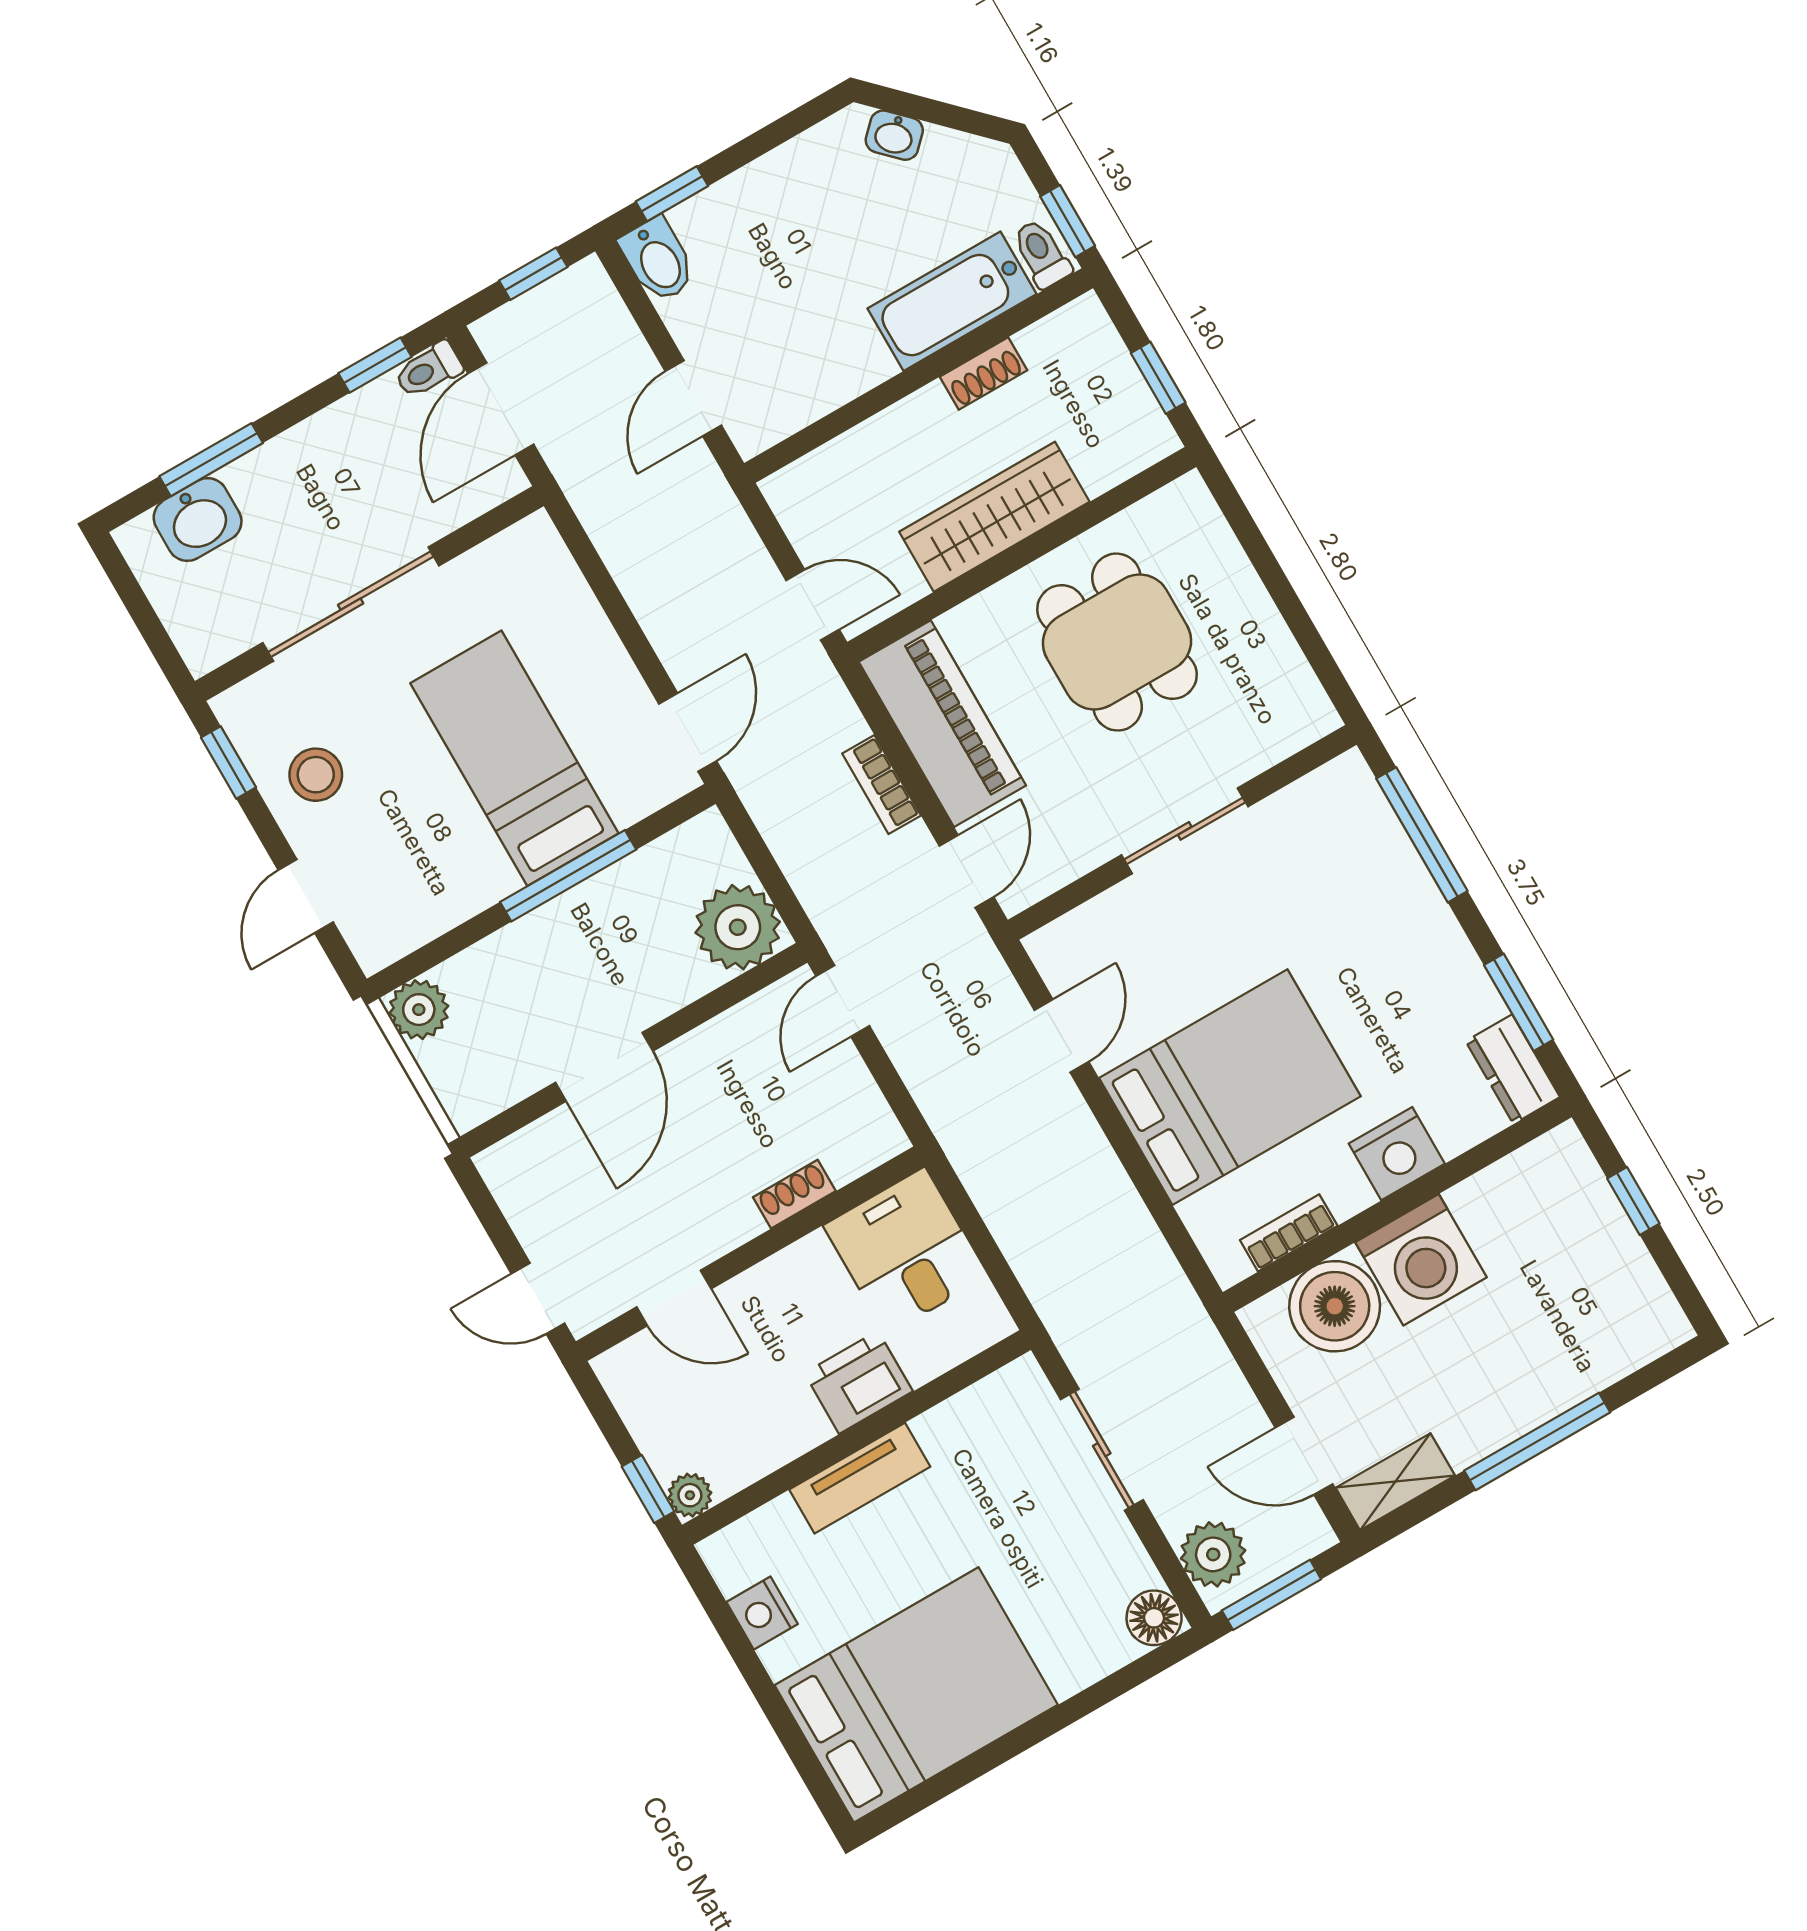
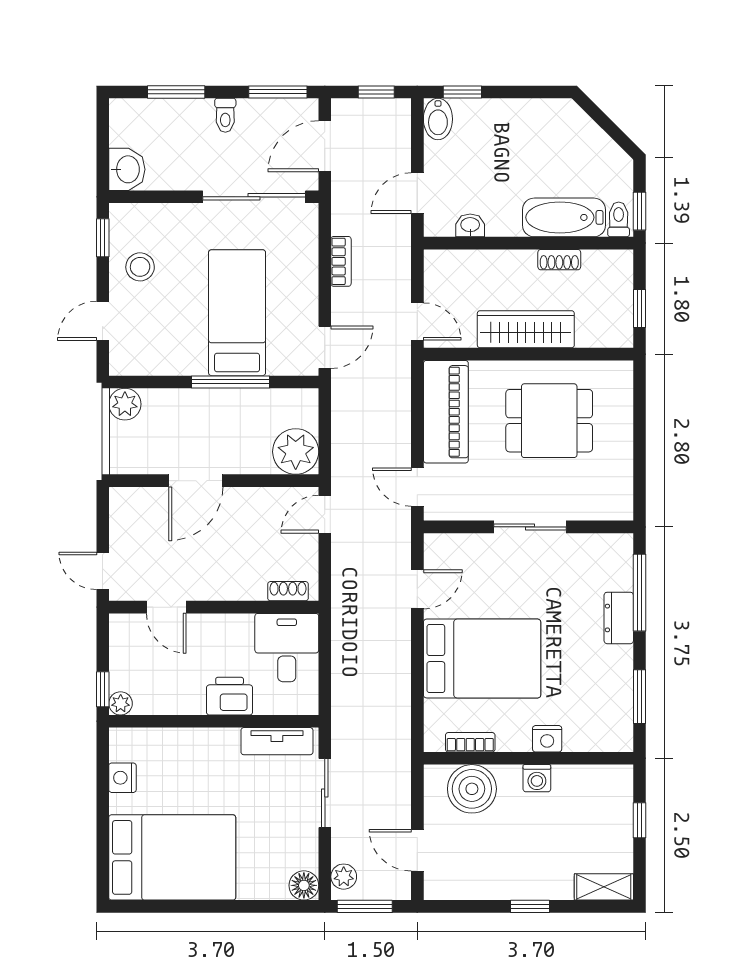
washbasin: (894, 135) -> (470, 225), moved, turned 135
window: (375, 365) -> (278, 92), width x1.50
toilet: (429, 370) -> (225, 115), moved, turned -90
washbasin: (198, 520) -> (127, 169), moved, turned -90
sliding door: (351, 604) -> (254, 197), moved
dining table: (1117, 642) -> (549, 421), turned 90
bookcase: (882, 784) -> (341, 261), moved, turned 180
door: (967, 871) -> (417, 487), swing flipped
dresser: (1513, 1069) -> (619, 618), moved
nightstand: (1397, 1154) -> (547, 739), width x0.74, depth x0.75
shoe rack: (794, 1194) -> (288, 591), moved
washing machine: (1421, 1260) -> (537, 778), width x0.53, depth x0.53
window: (1537, 1441) -> (530, 906), width x0.46
tv unit: (860, 1478) -> (277, 741), moved
shelving: (1395, 1482) -> (604, 887), moved
plant: (1213, 1554) -> (344, 877), width x0.73, depth x0.73

